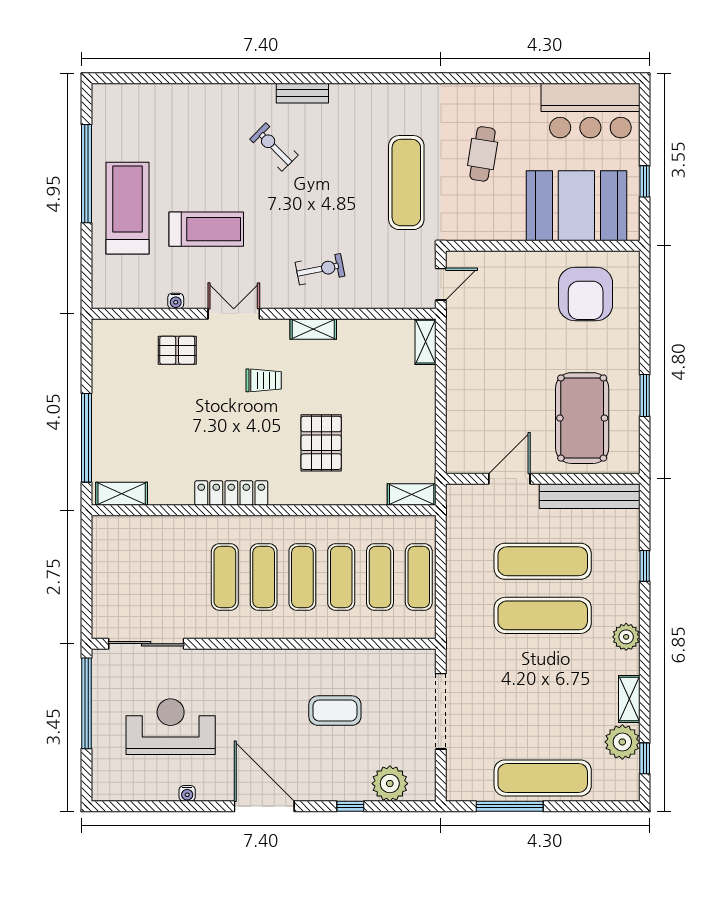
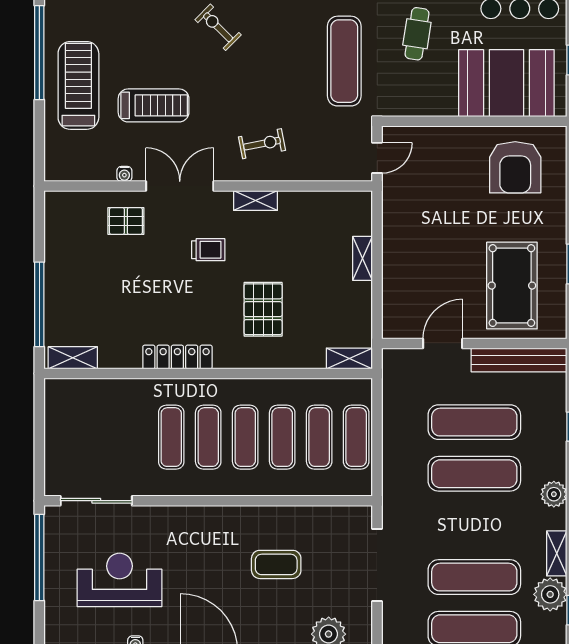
double door: (234, 314) -> (180, 186), width x1.37
shelving: (426, 342) -> (363, 258), moved
exercise mat: (543, 724) -> (474, 577), added

